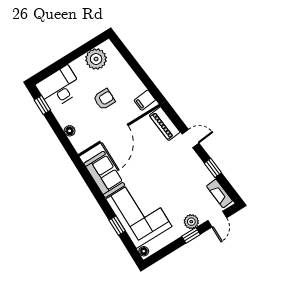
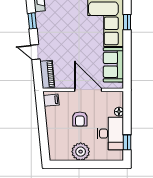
plant: (96, 59) -> (81, 152), moved
desk: (59, 87) -> (111, 134), moved, turned -90
armchair: (104, 99) -> (80, 119), turned -90
door: (114, 134) -> (88, 90), hinge flipped

